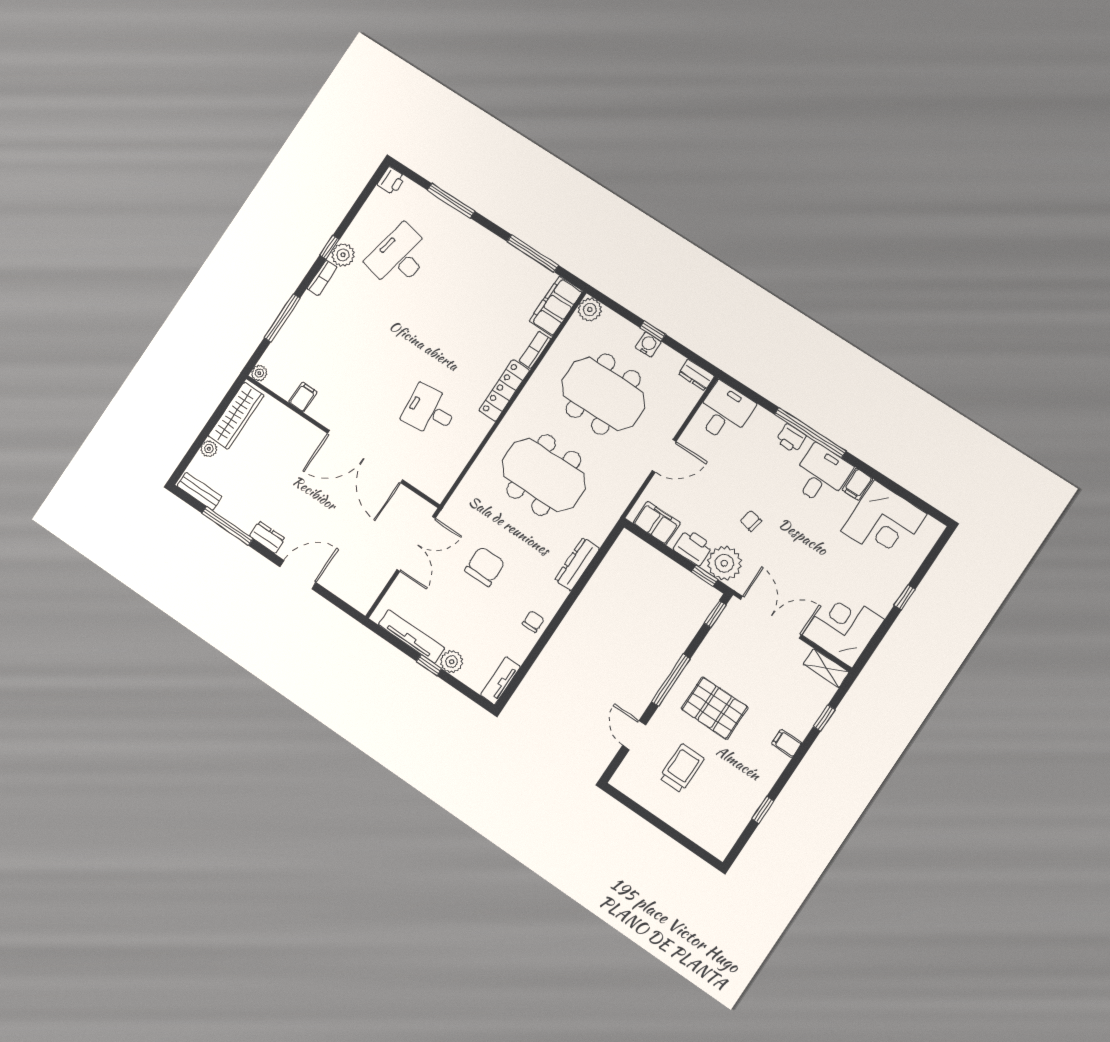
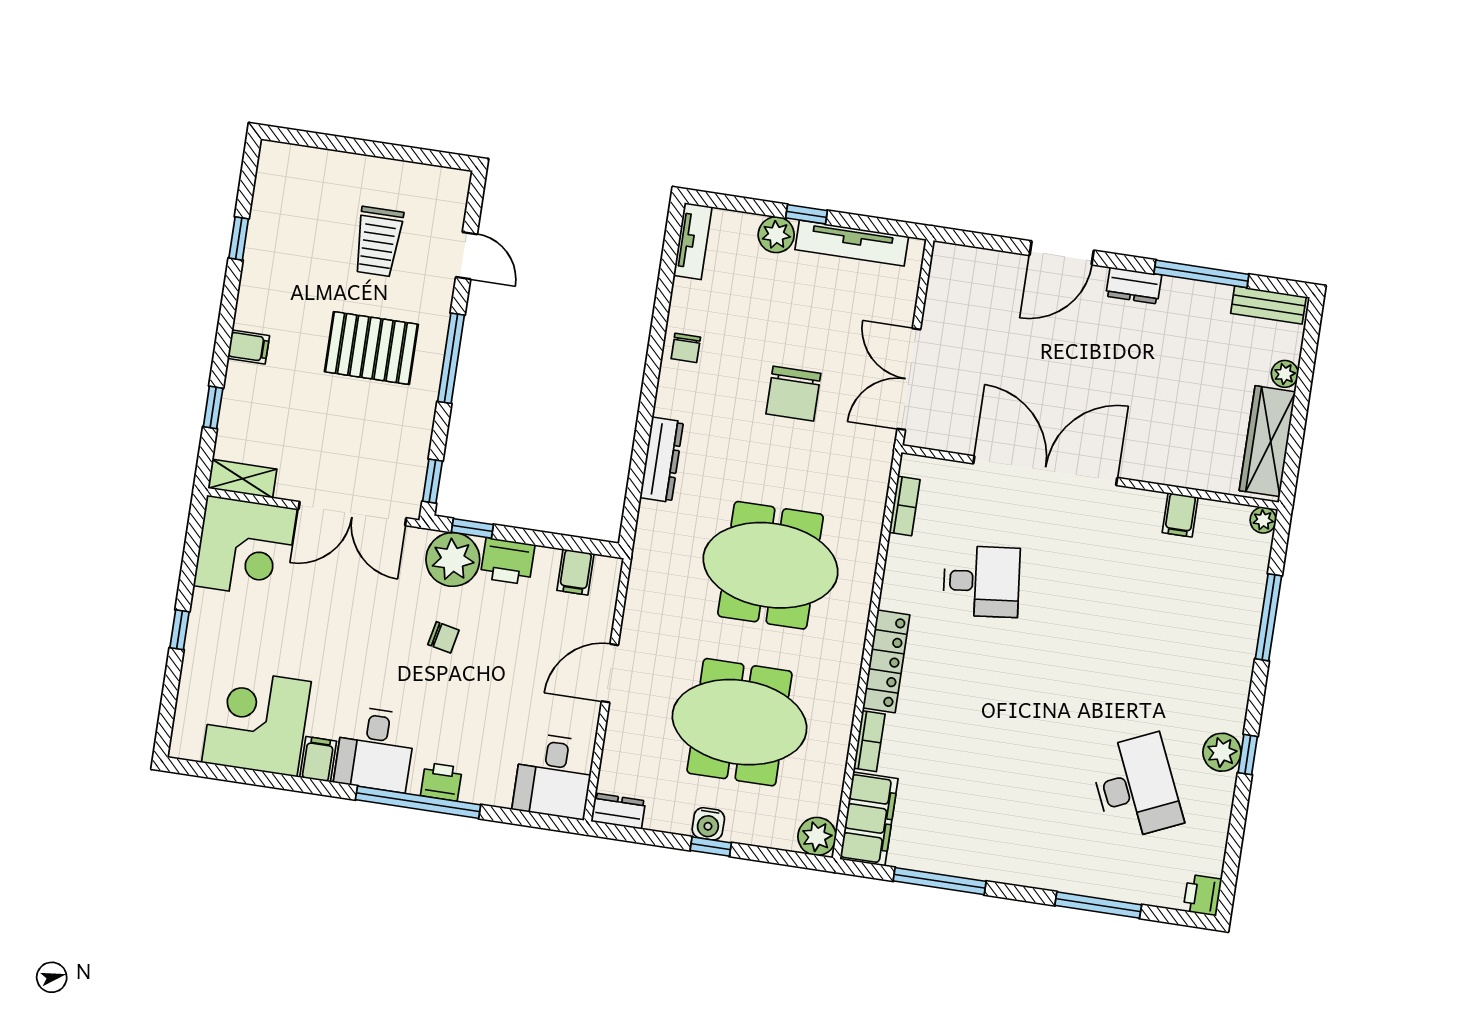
desk: (399, 257) -> (1136, 787), turned -36
bookcase: (322, 278) -> (905, 506), moved, turned 180
filing cabinet: (657, 523) -> (575, 572), width x0.50

